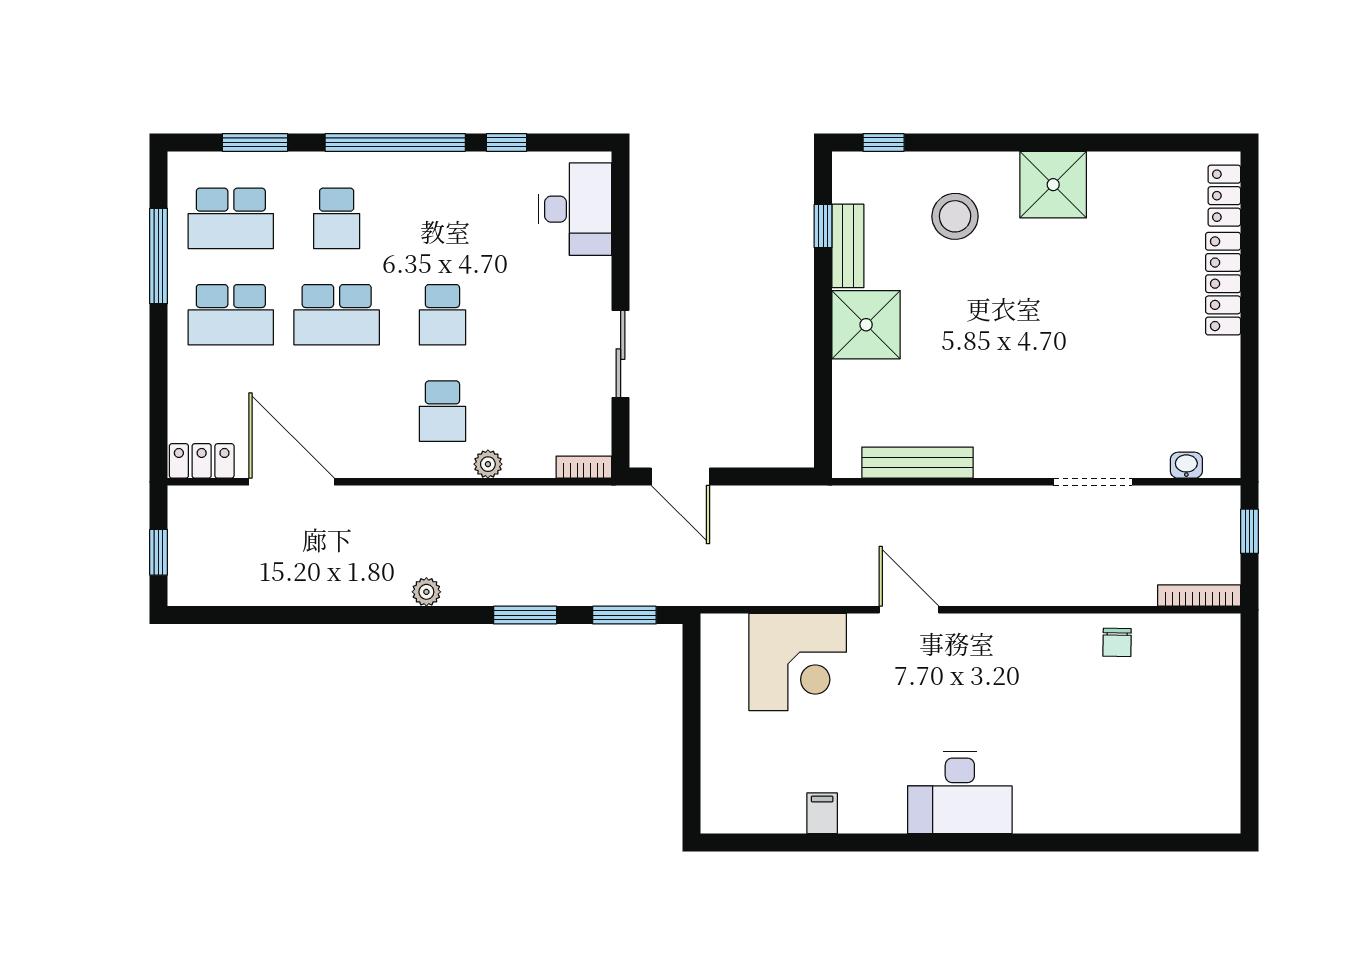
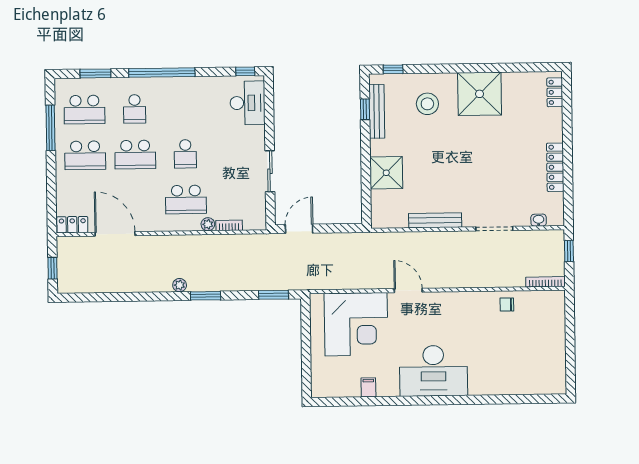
window: (507, 142) -> (245, 71), moved
shower: (1053, 185) -> (480, 94), width x1.37, depth x1.37
bench: (848, 246) -> (377, 111), width x1.36
locker: (1223, 284) -> (555, 167), moved
shower: (866, 325) -> (386, 173), moved
school desk: (442, 411) -> (186, 199), width x1.85
bench: (918, 463) -> (435, 220), moved
bookcase: (584, 467) -> (229, 225), moved
door: (680, 476) -> (299, 229), swing flipped
window: (525, 615) -> (206, 296), moved
chair: (1117, 642) -> (507, 305), turned 89
corner desk: (798, 662) -> (356, 324), width x1.36, depth x1.36
desk: (960, 793) -> (433, 371), width x1.36, depth x1.30

